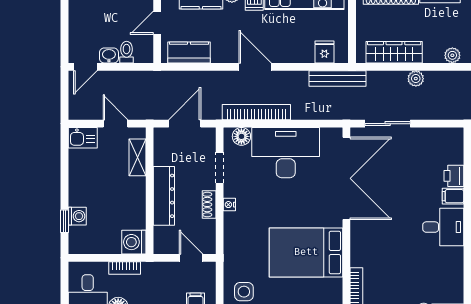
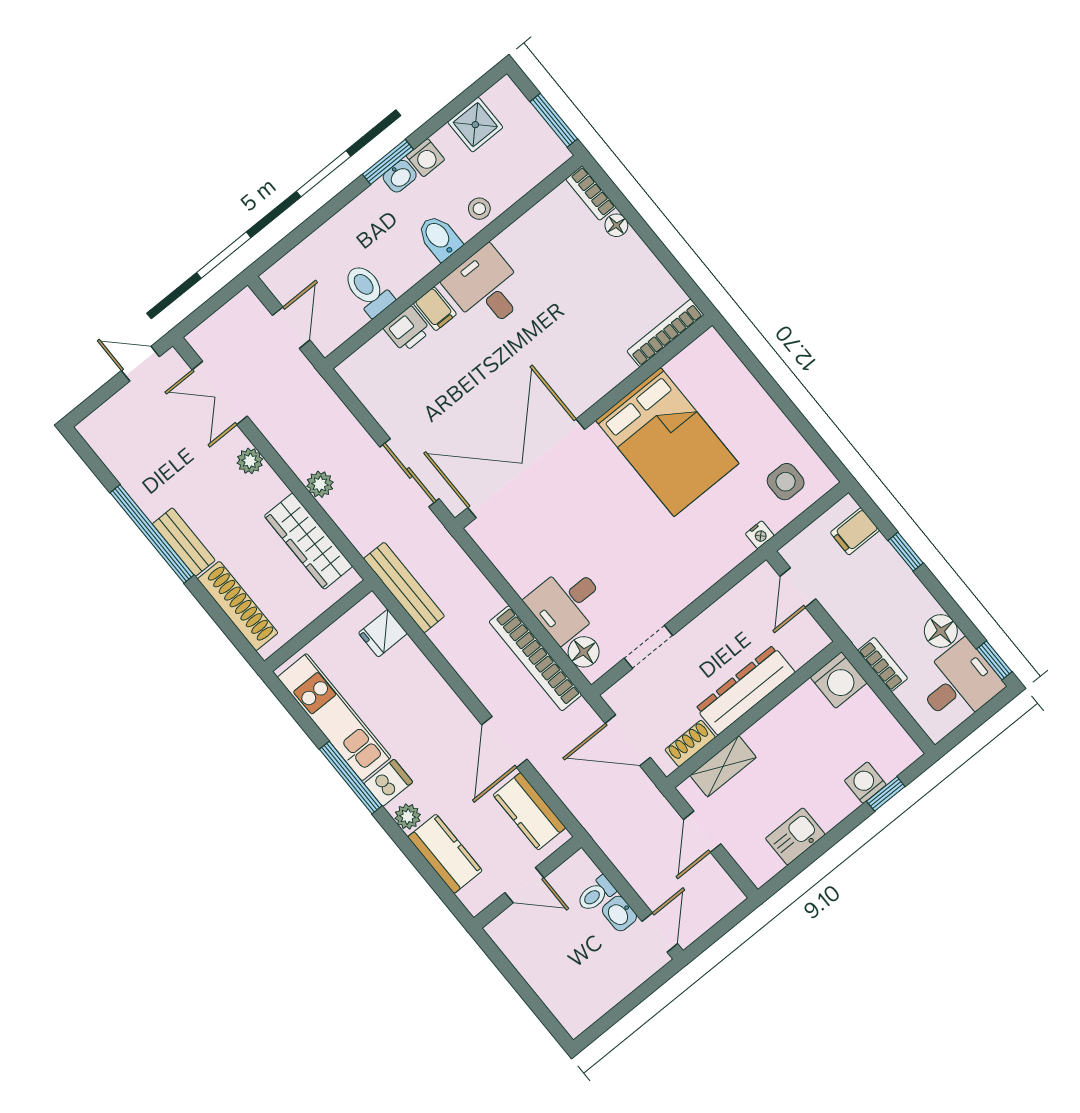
door: (85, 67) -> (660, 933), hinge flipped
door: (255, 67) -> (504, 742), moved
kitchen sink: (83, 138) -> (795, 836), moved, turned -90
desk: (286, 153) -> (567, 603), width x0.53, depth x0.77
shoe rack: (209, 205) -> (690, 743), moved, turned 180
nightstand: (229, 205) -> (760, 535), moved

